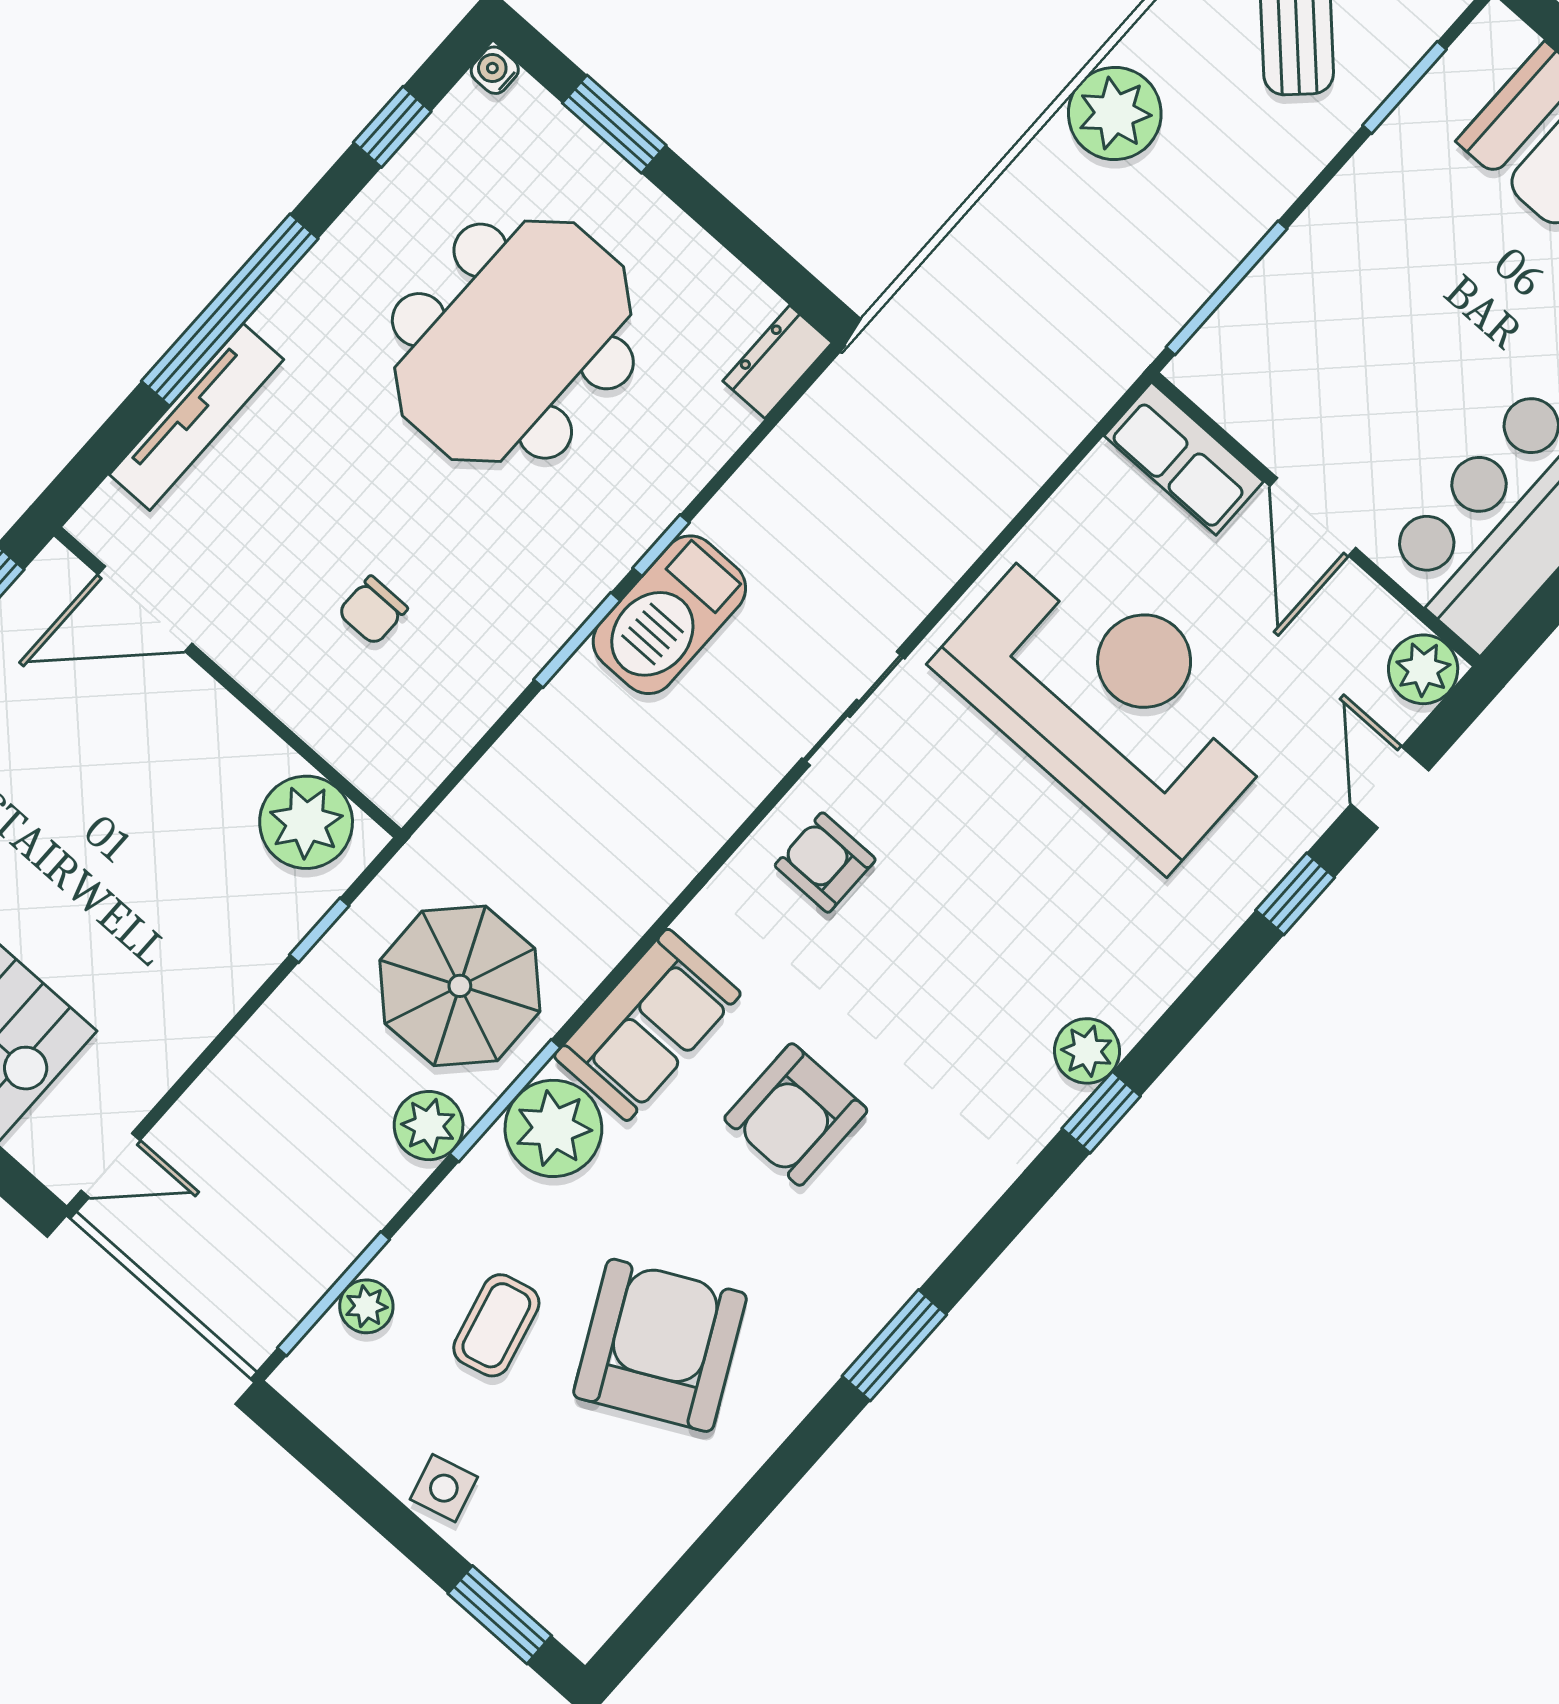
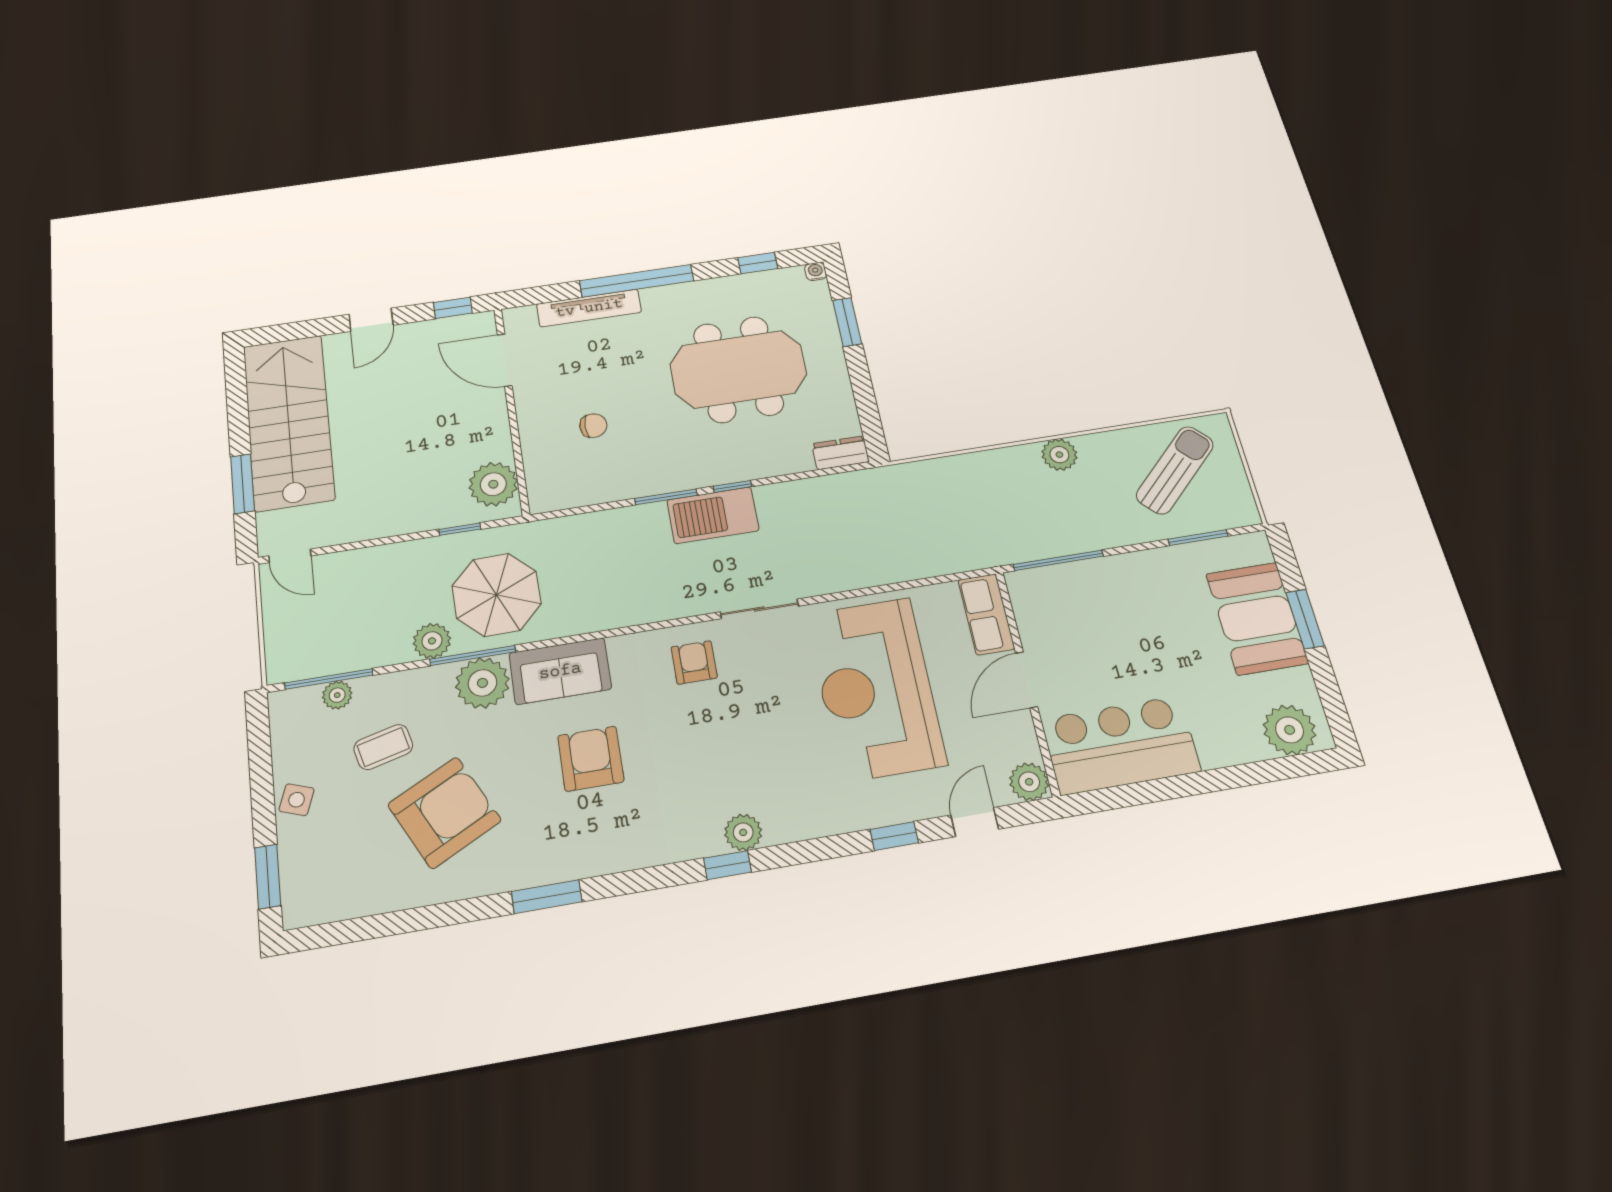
plant: (1115, 113) -> (1059, 455), width x0.73, depth x0.73
chair: (373, 610) -> (593, 426), turned 180
reception desk: (1111, 699) -> (876, 689), turned 180
armchair: (796, 1115) -> (591, 759), turned 90
side table: (444, 1488) -> (297, 800), turned 35

